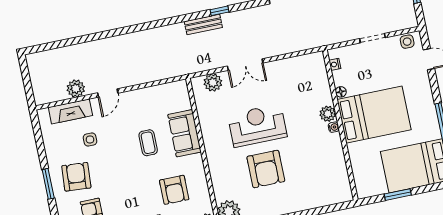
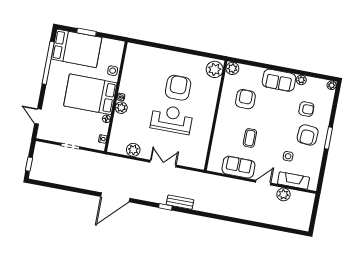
side table: (407, 42) -> (113, 71), moved
plant: (213, 82) -> (133, 150), moved
reception desk: (257, 126) -> (172, 119), turned 180
sofa: (184, 133) -> (238, 167), moved, turned -90
window: (398, 195) -> (86, 32), moved

